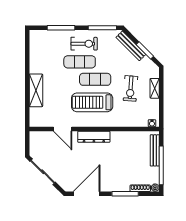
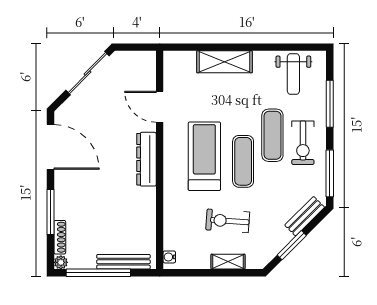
bench: (131, 46) -> (305, 216), width x0.73
weight bench: (43, 49) -> (293, 74), added
door: (63, 129) -> (160, 107), hinge flipped

